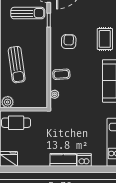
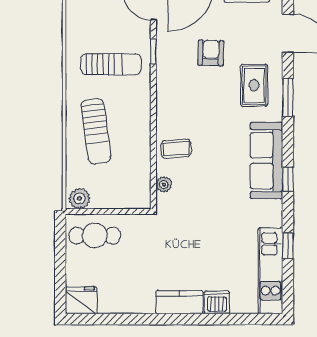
sun lounger: (28, 13) -> (111, 64), moved
armchair: (69, 42) -> (211, 53), moved

